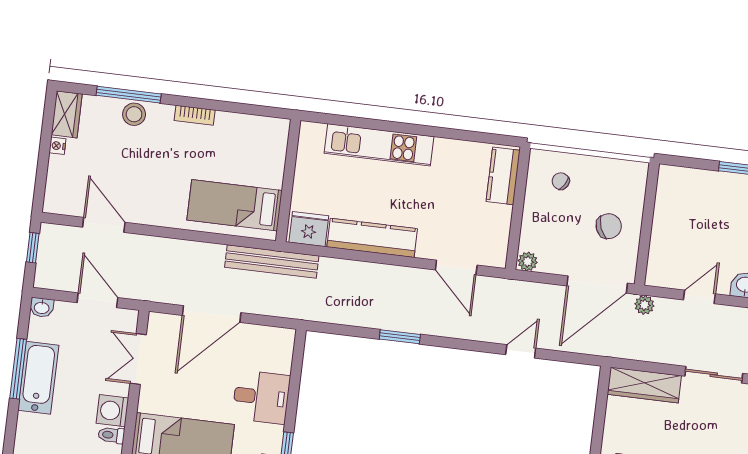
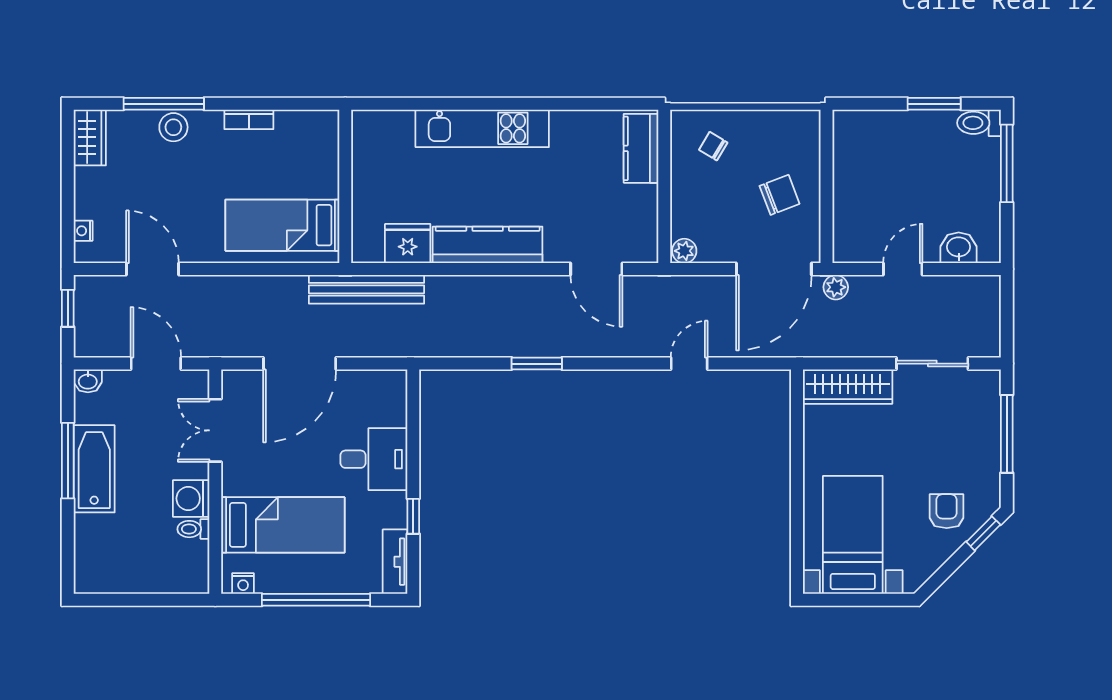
nightstand: (57, 146) -> (83, 231), moved
wall: (288, 181) -> (345, 186), moved
bed: (235, 205) -> (282, 225), moved

